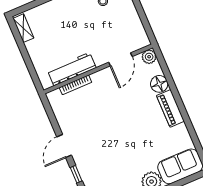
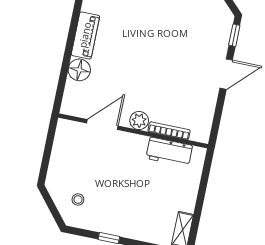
plant: (149, 57) -> (139, 121), moved
workbench: (72, 69) -> (169, 152), width x0.73

